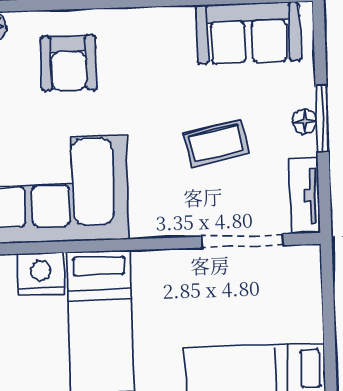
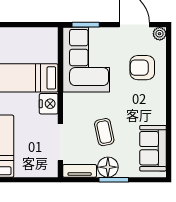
floor lamp: (305, 121) -> (108, 167), width x1.89, depth x1.89
nightstand: (41, 274) -> (49, 104), moved

